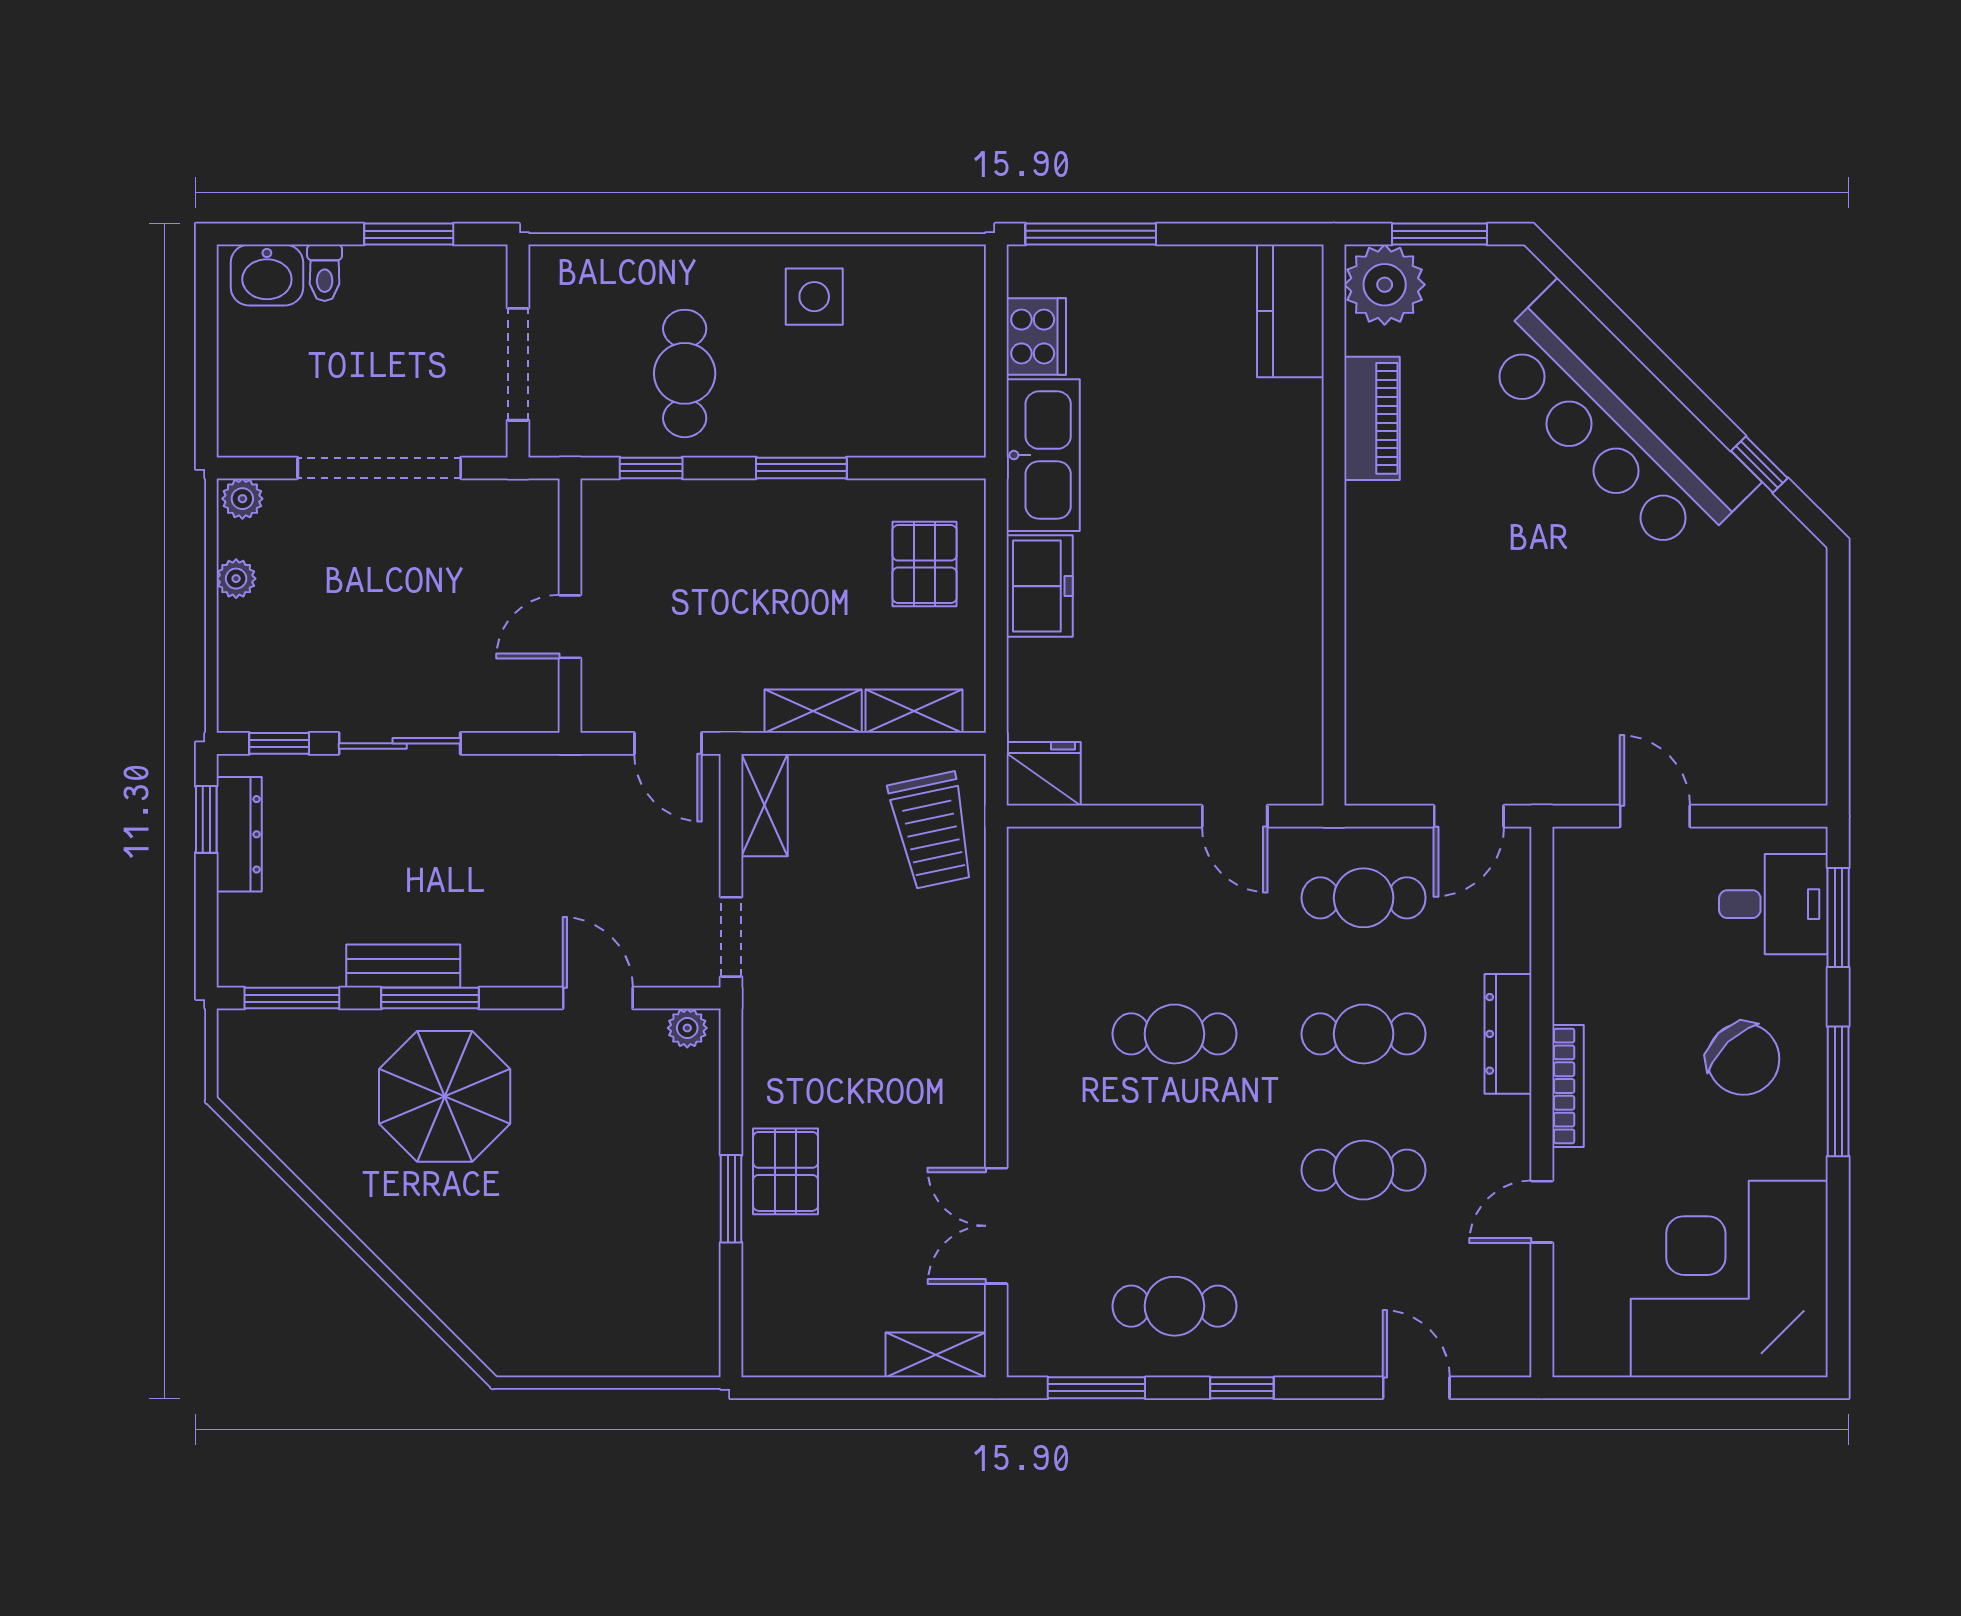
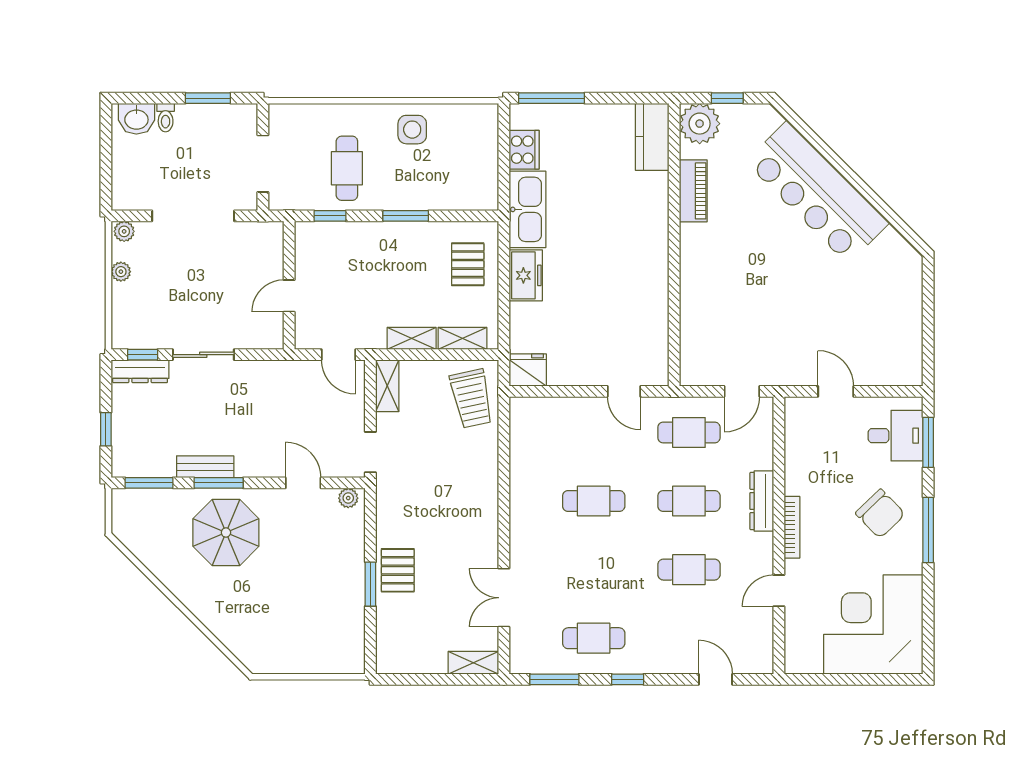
window: (1440, 234) -> (727, 98), width x0.67
window: (1759, 465) -> (888, 214), removed
window: (206, 819) -> (106, 429), moved
dresser: (239, 834) -> (140, 371), moved, turned 90

